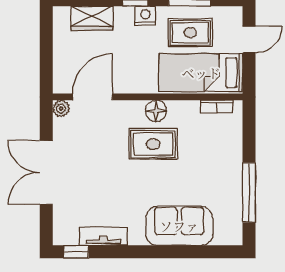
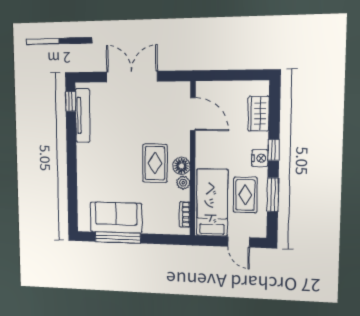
plant: (61, 109) -> (183, 183), moved
sofa: (179, 226) -> (116, 218), moved, turned -90
tv unit: (103, 236) -> (83, 115), width x1.41

